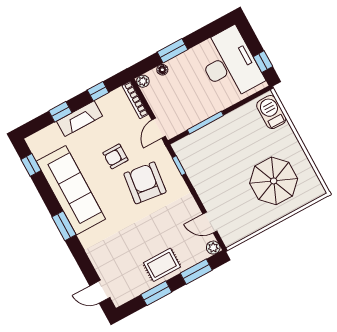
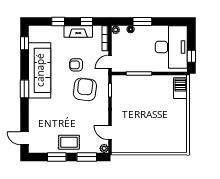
fireplace: (79, 119) -> (78, 32), moved
parasol: (274, 181) -> (160, 129), removed

